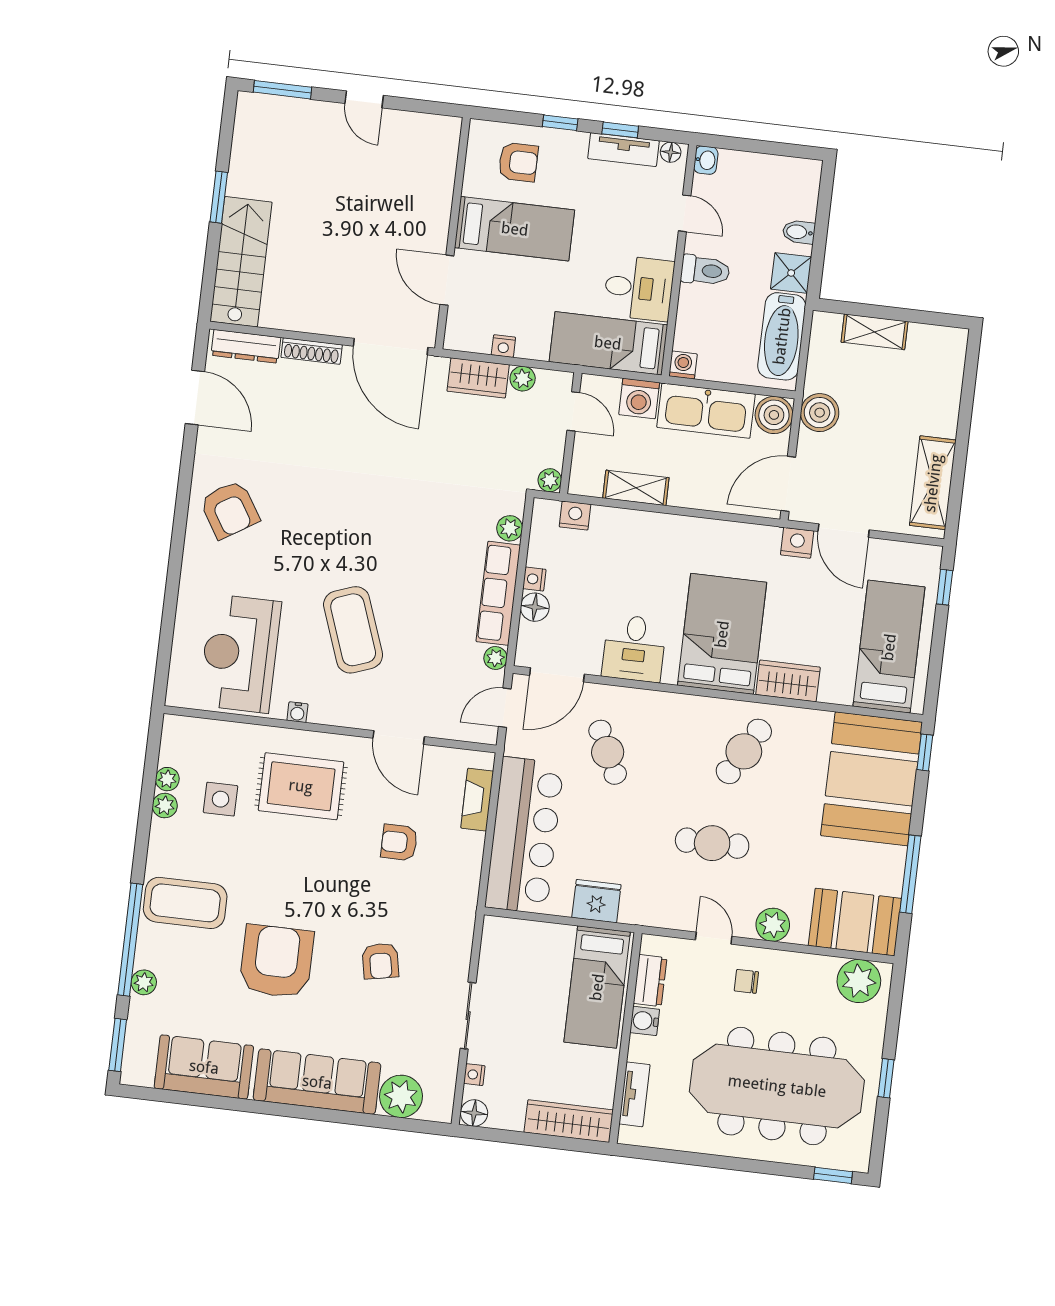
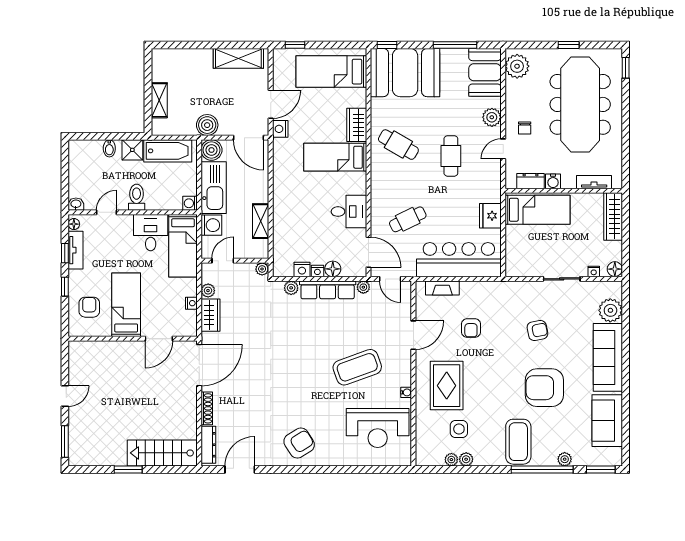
nightstand: (575, 516) -> (302, 269), moved, turned -90
bed: (722, 634) -> (335, 157), width x0.67

